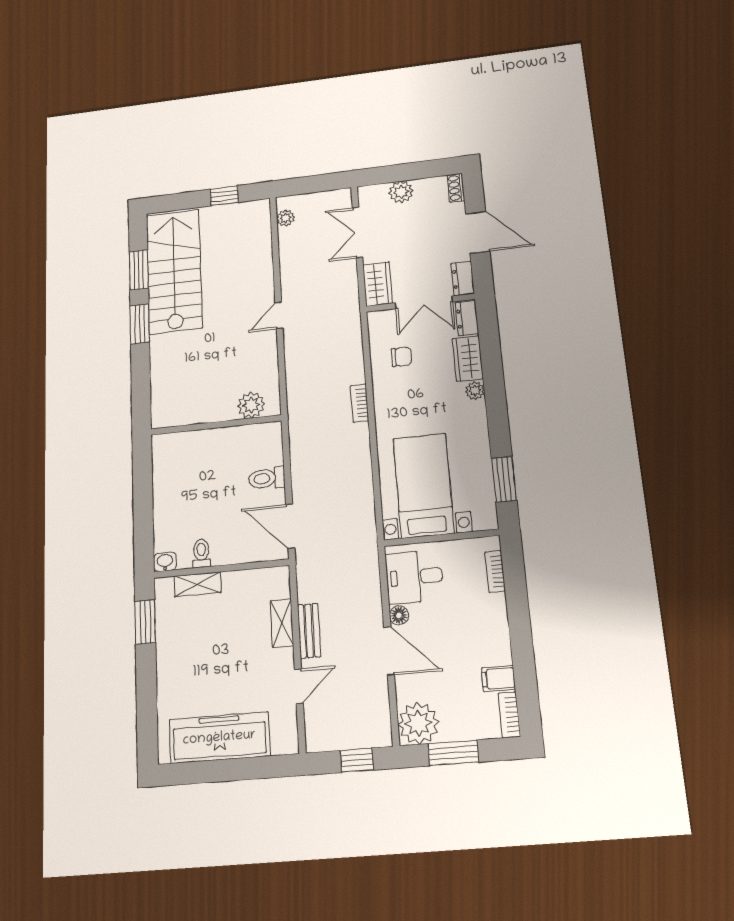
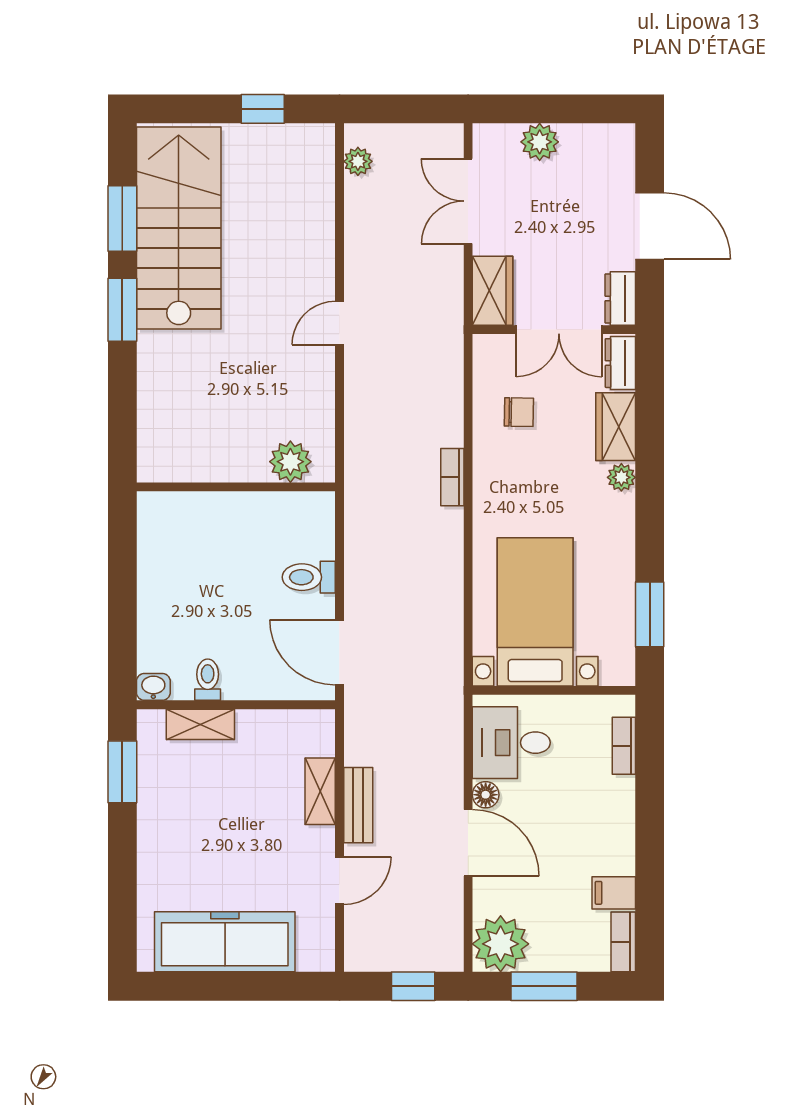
shoe rack: (456, 188) -> (624, 147), removed

